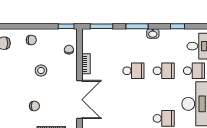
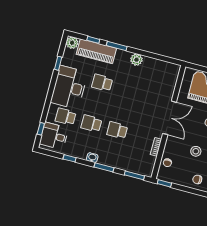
double door: (80, 100) -> (170, 118), swing flipped

